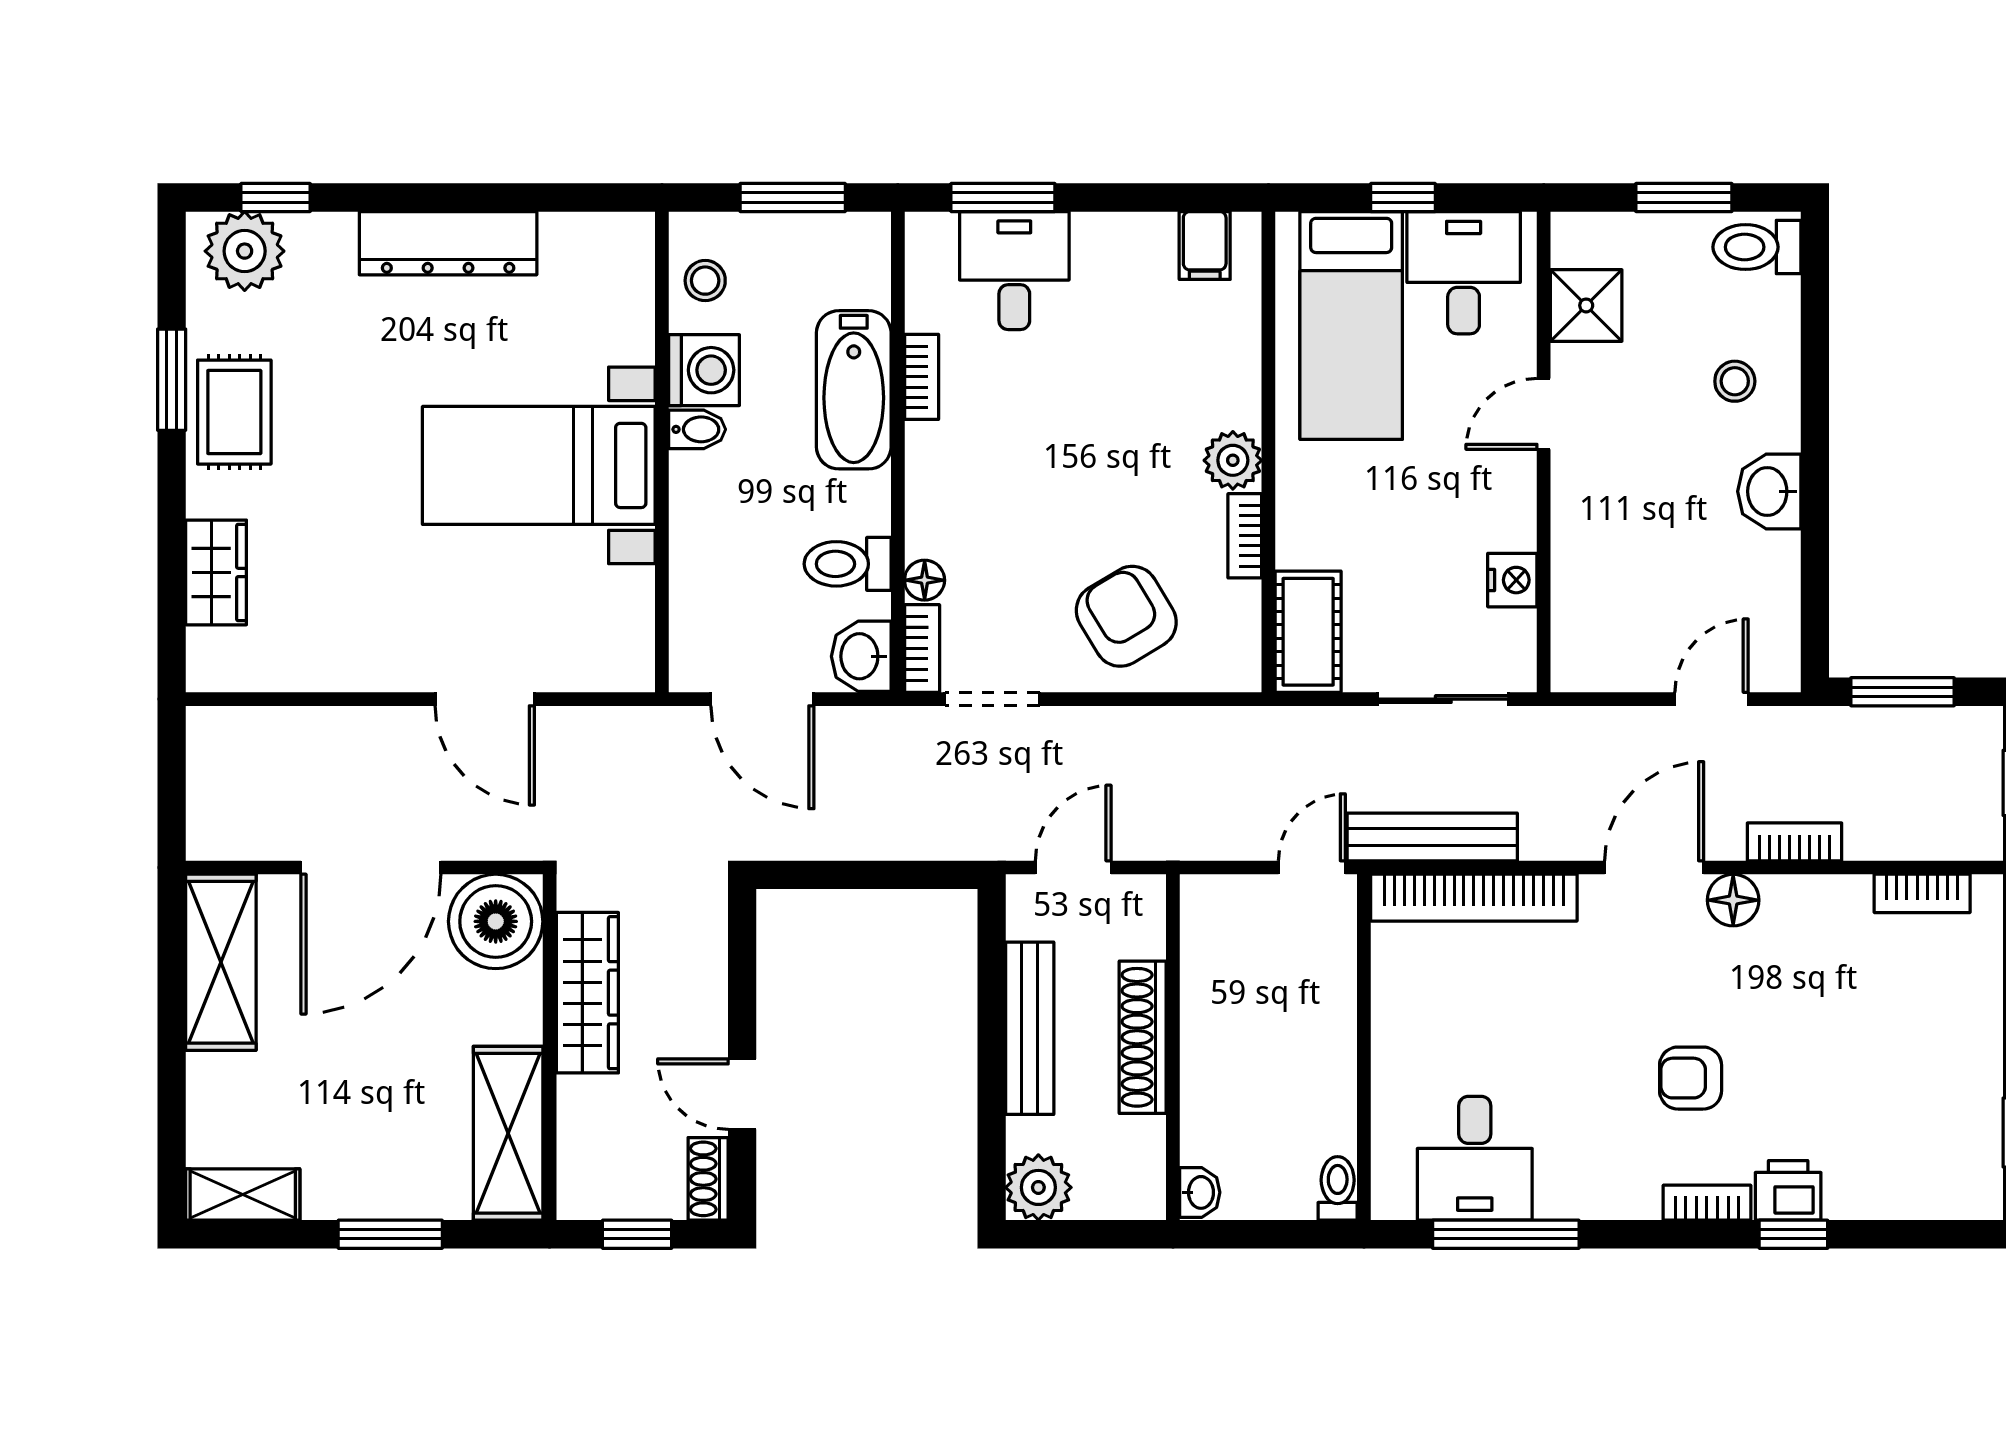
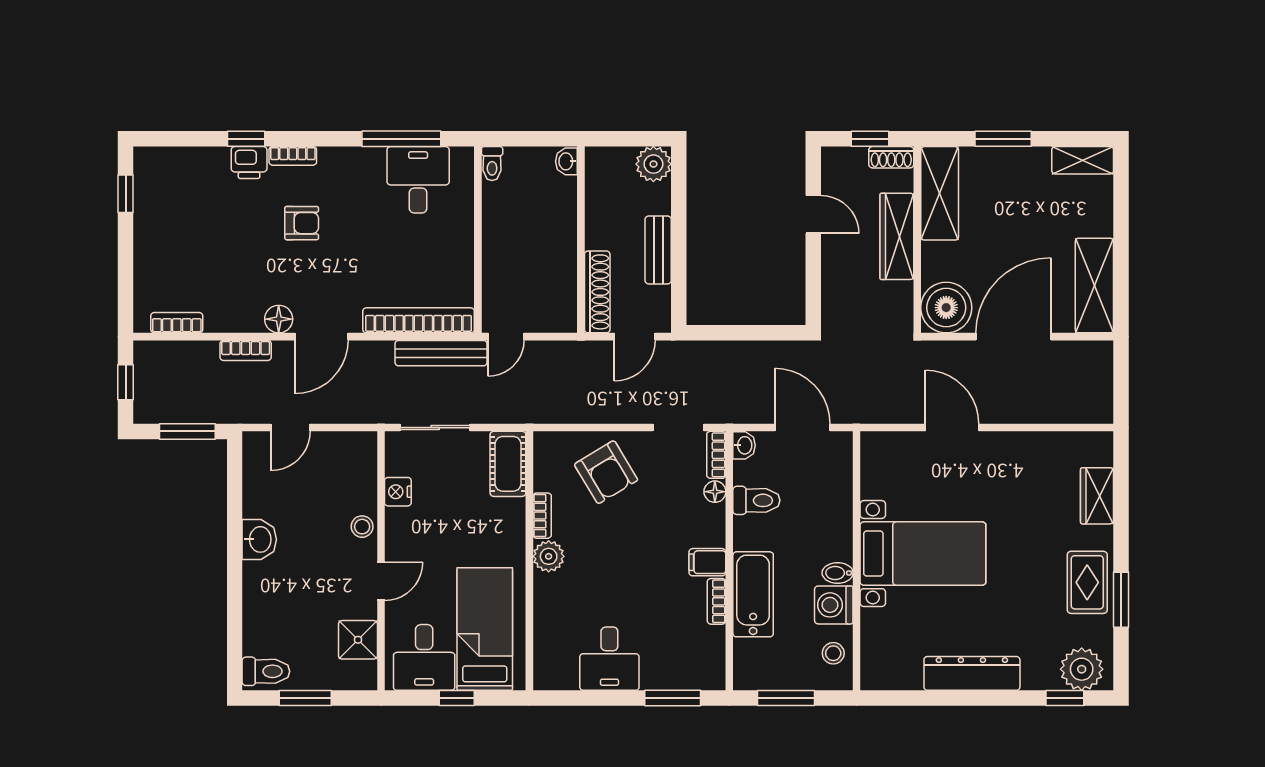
filing cabinet: (1205, 245) -> (707, 562), moved, turned -90
desk: (1014, 271) -> (609, 659), moved
stool: (1735, 381) -> (362, 527), moved
washbasin: (861, 656) -> (744, 445), width x0.72, depth x0.69
wardrobe: (587, 993) -> (897, 236), moved
bench: (1030, 1028) -> (658, 250), width x0.73
shoe rack: (1143, 1037) -> (597, 292), moved
shoe rack: (708, 1179) -> (891, 157), moved, turned 90

